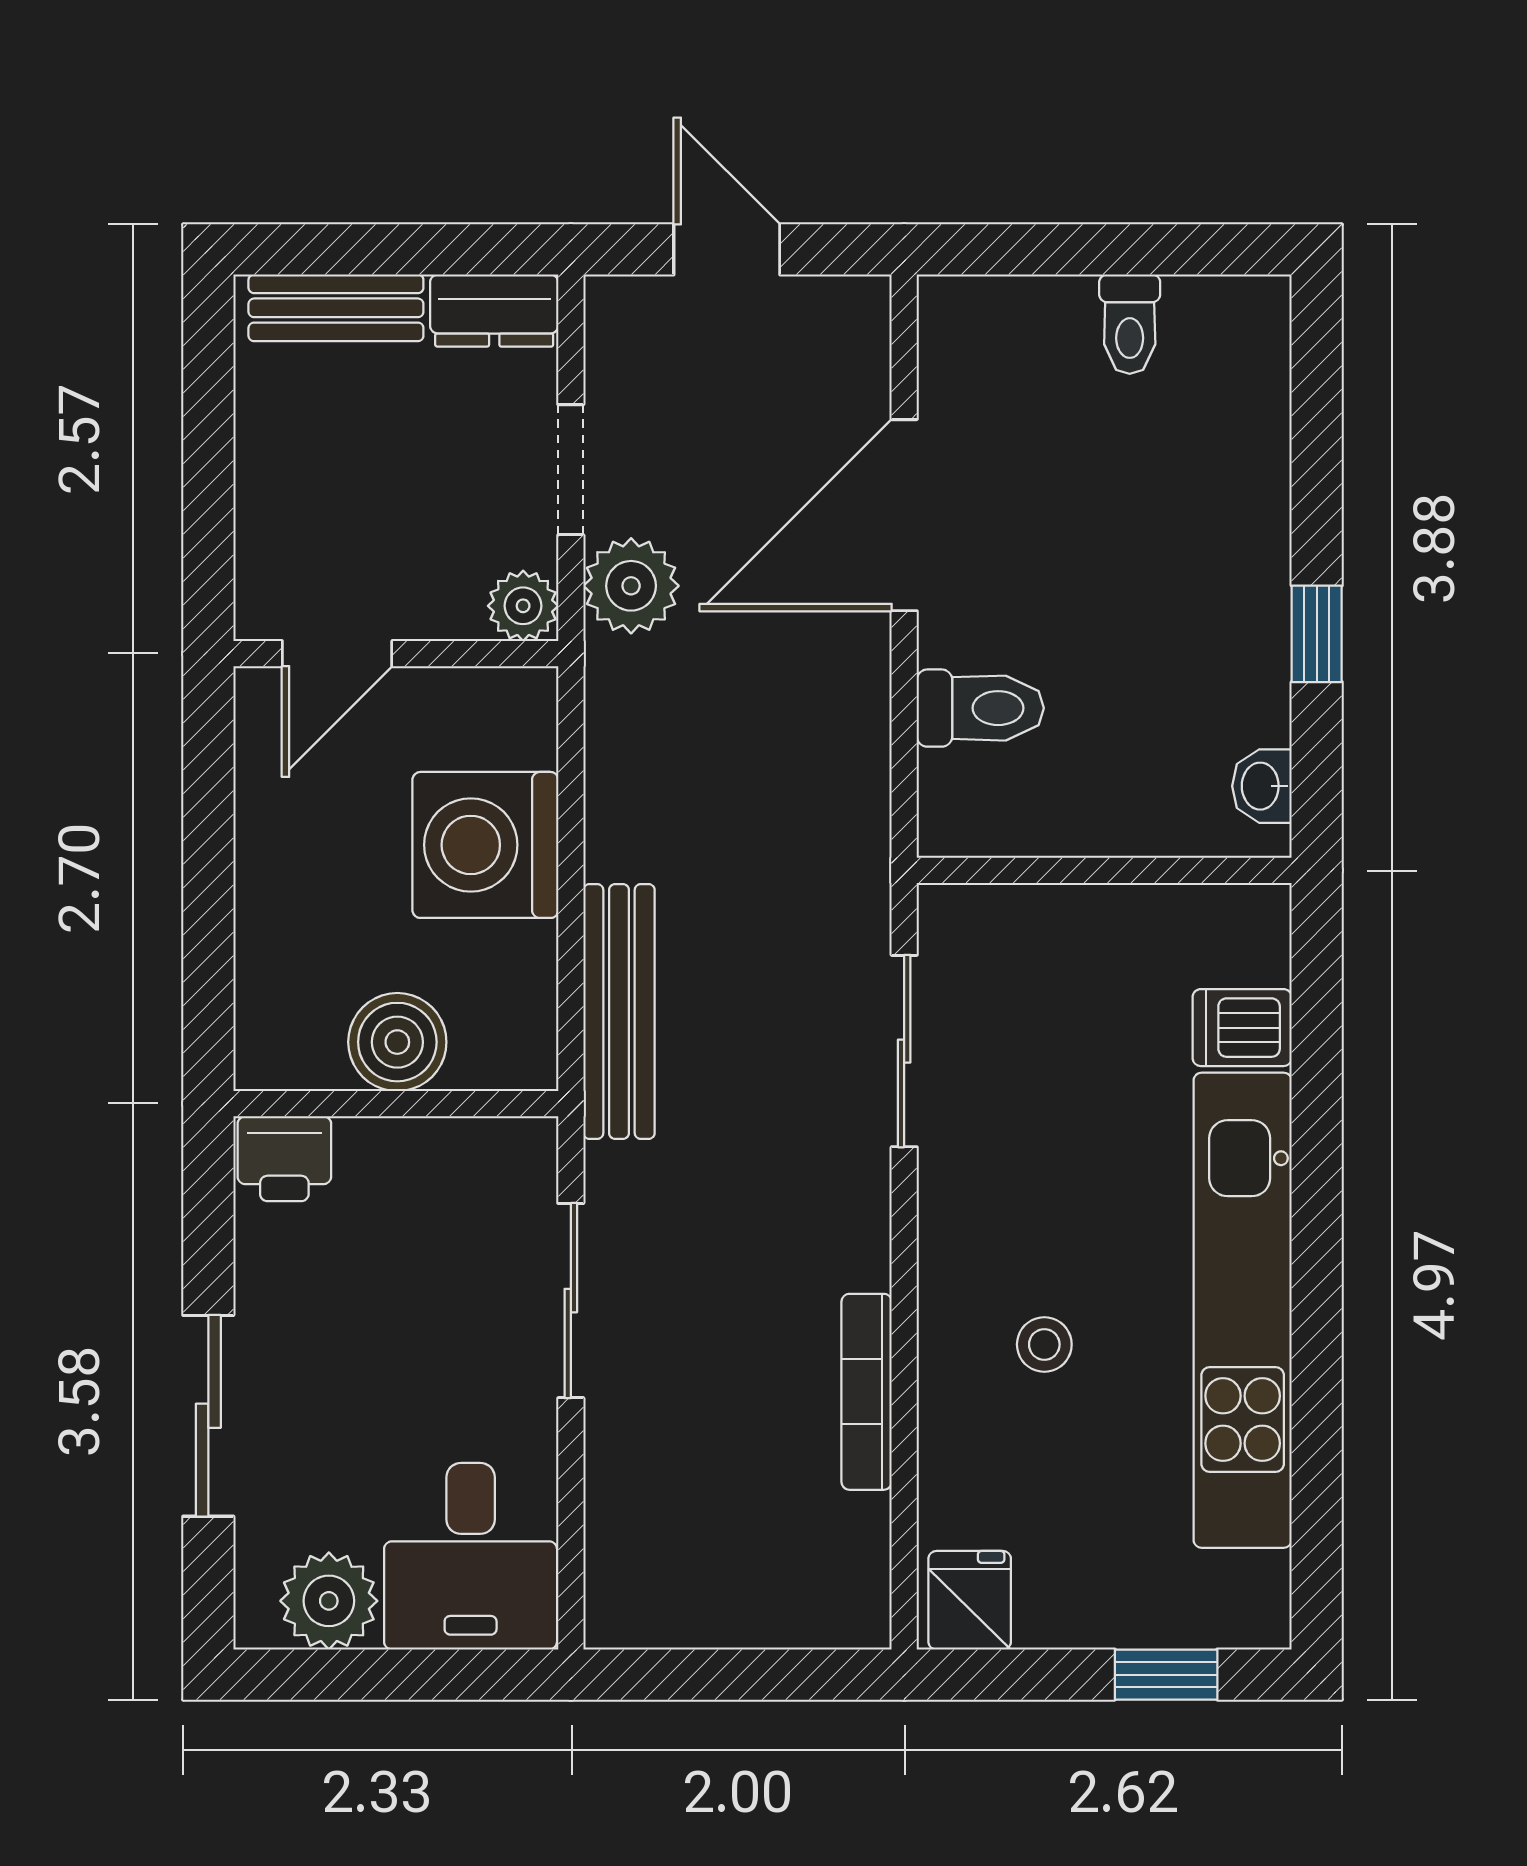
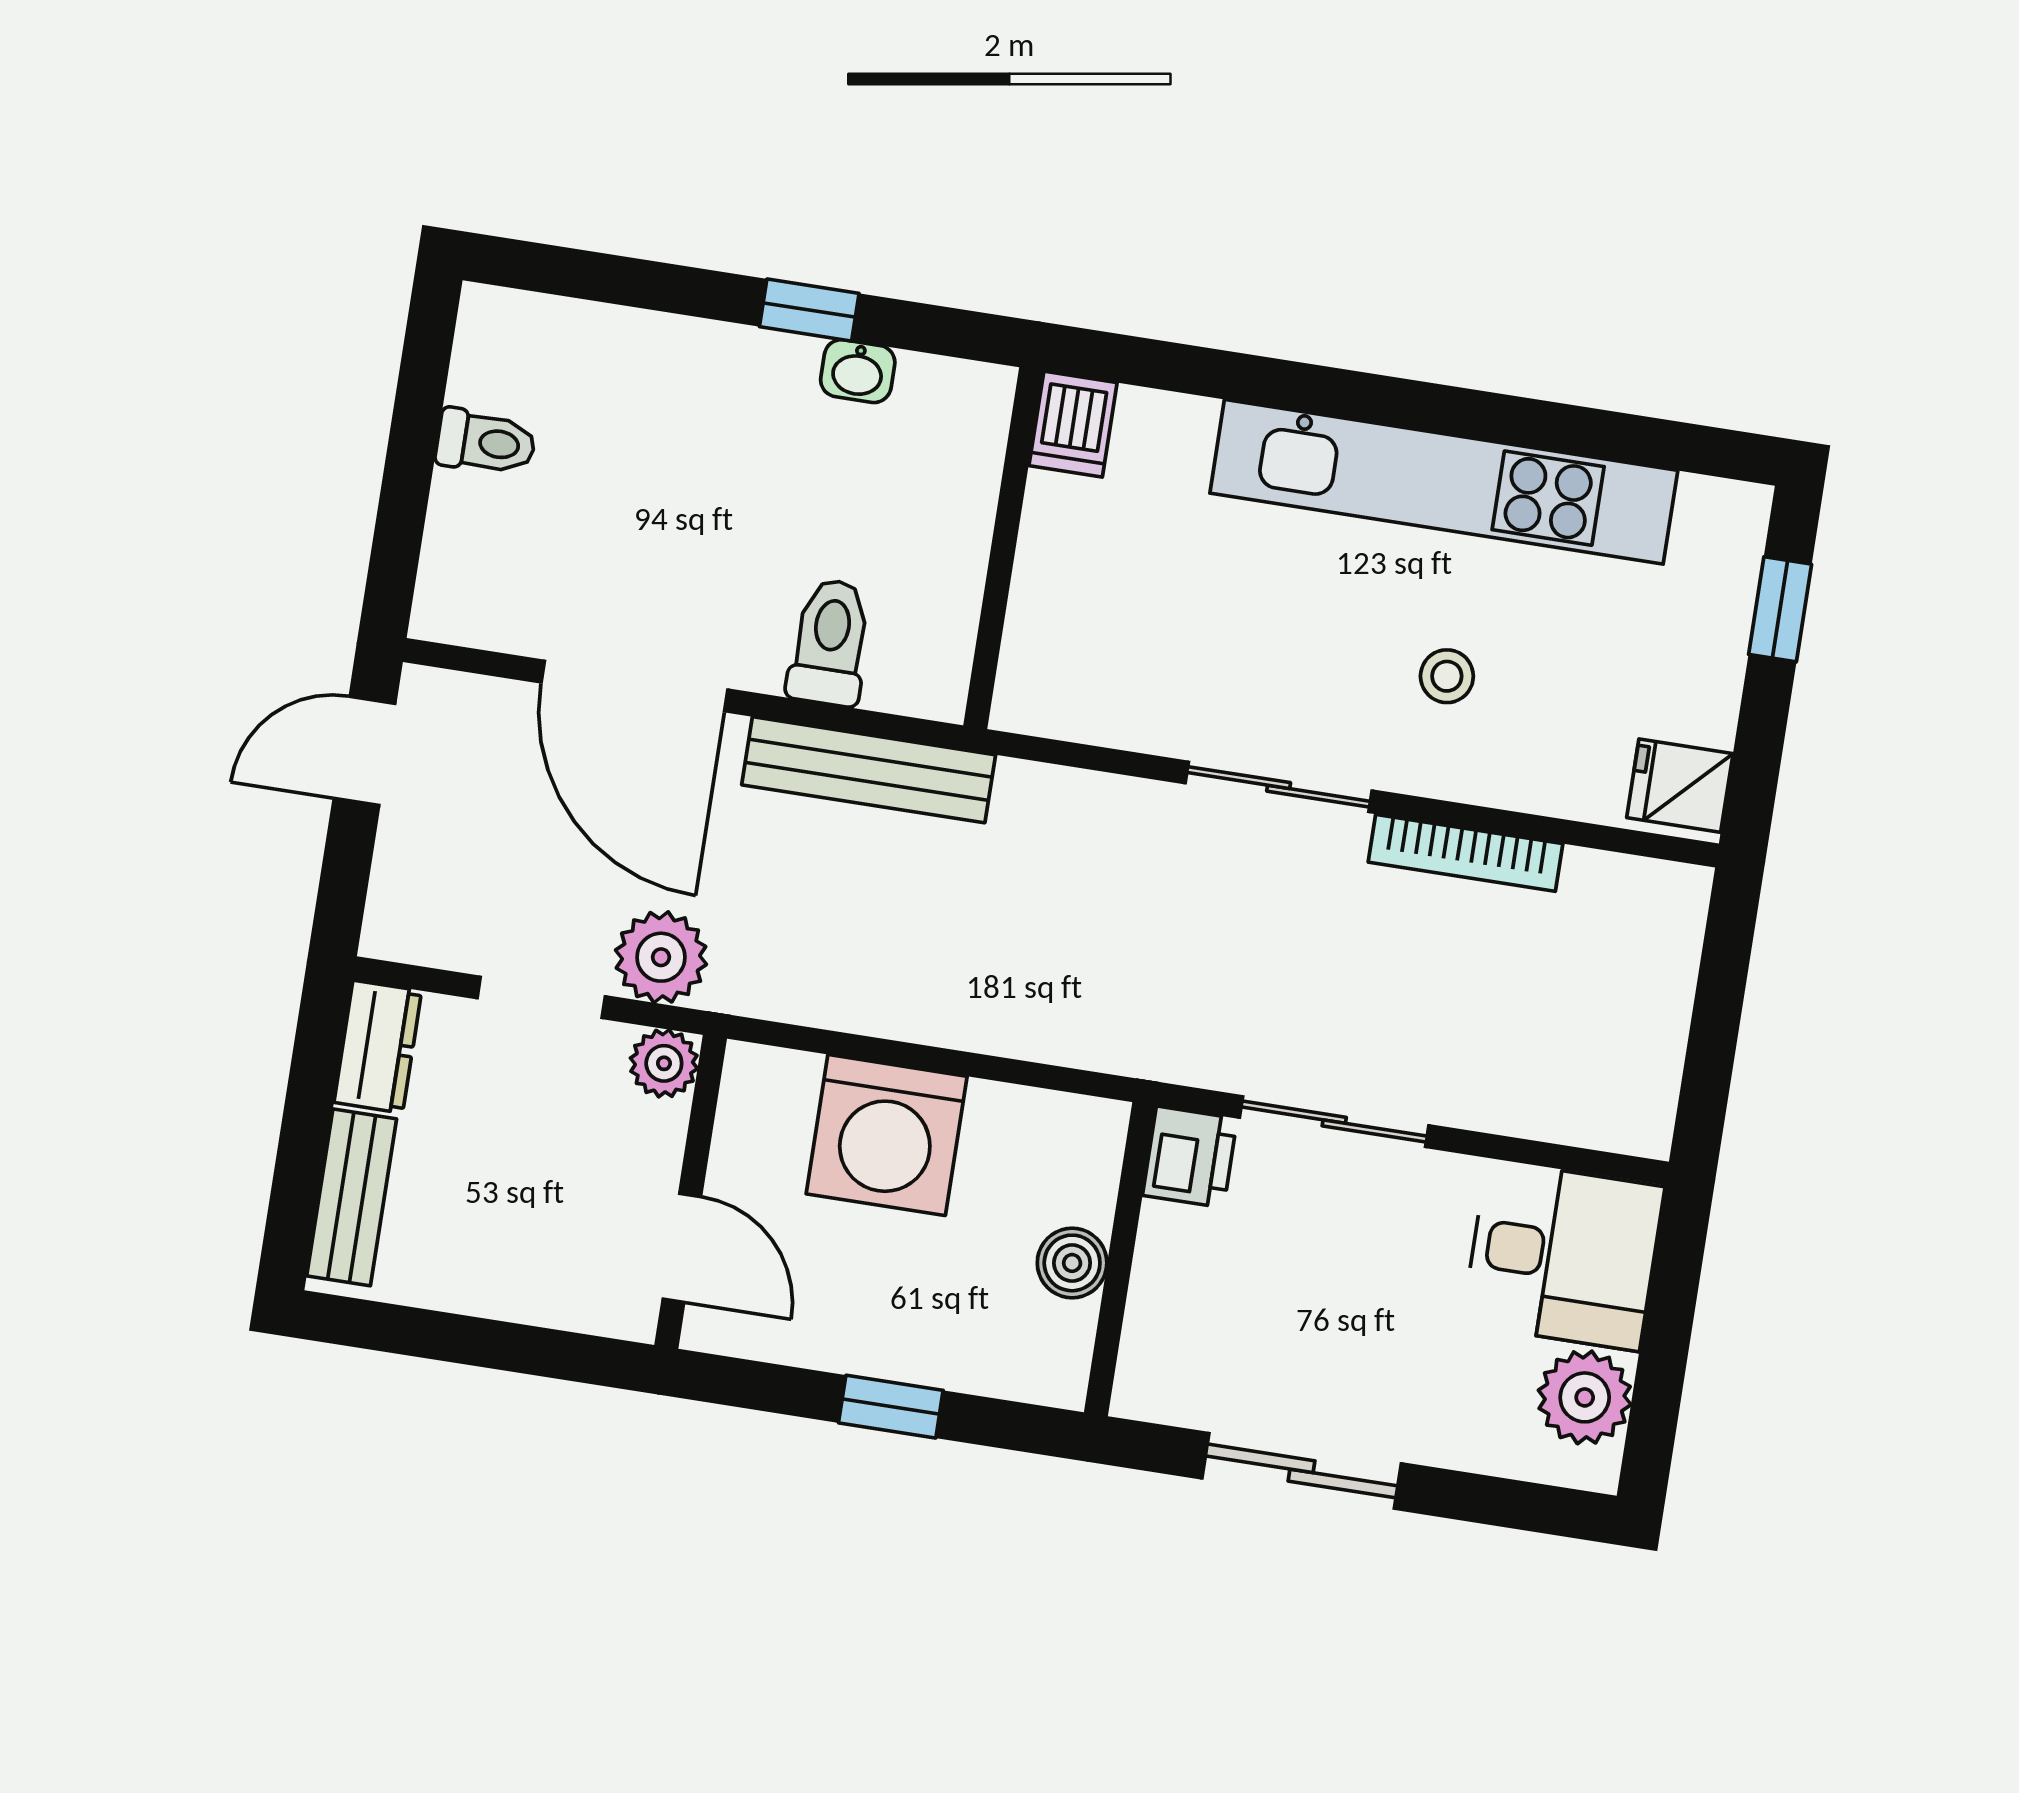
door: (727, 249) -> (364, 751), moved
washbasin: (1262, 786) -> (858, 371), moved
window: (208, 893) -> (891, 1407), added
bench: (619, 1012) -> (869, 770), moved
dishwasher: (1242, 1028) -> (1073, 424), moved
boiler: (397, 1042) -> (1072, 1263), width x0.73, depth x0.73
sliding door: (904, 1051) -> (1279, 787), moved
printer: (284, 1159) -> (1190, 1157), moved
sliding door: (208, 1416) -> (1302, 1471), moved

